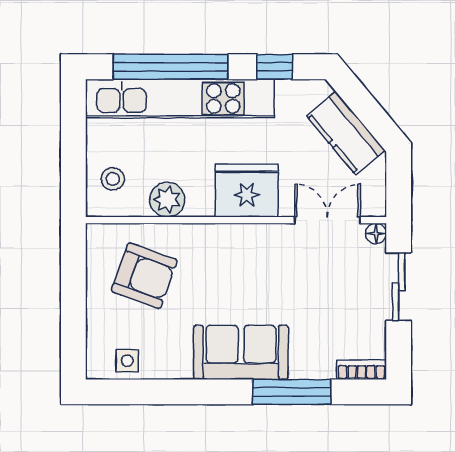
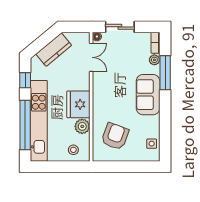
fridge: (247, 191) -> (78, 104), moved
double door: (328, 220) -> (91, 57), swing flipped
plant: (322, 367) -> (154, 60), added

